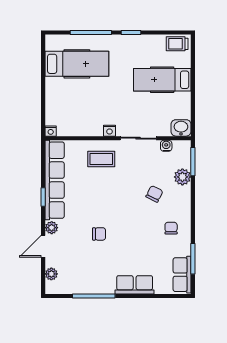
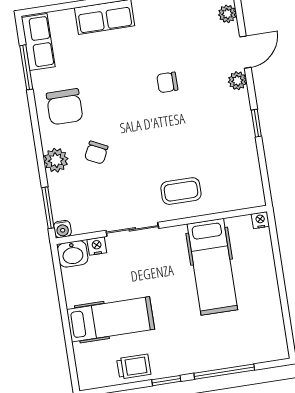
trolley: (177, 44) -> (134, 367), moved
hospital bed: (77, 64) -> (212, 267), moved, turned -90
nightstand: (110, 131) -> (97, 246), moved
water cooler: (166, 146) -> (62, 229), moved
plant: (182, 177) -> (56, 160), moved
row of seats: (55, 180) -> (244, 150), removed
chair: (171, 228) -> (65, 107), width x1.87, depth x1.87

